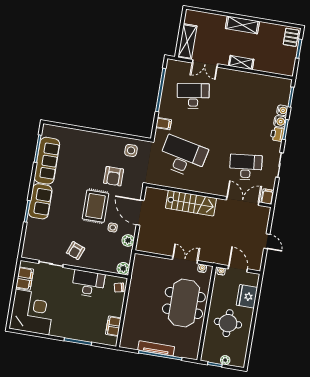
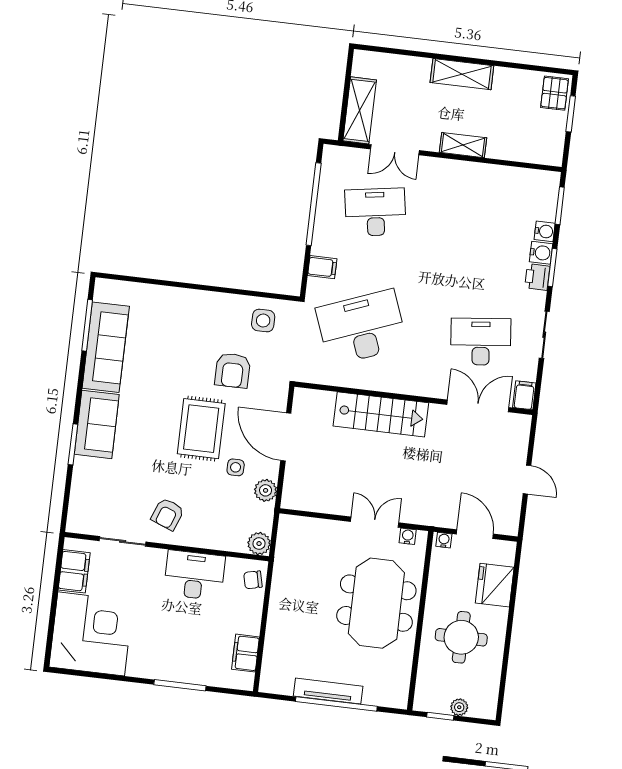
desk: (183, 157) -> (362, 327), turned -33

